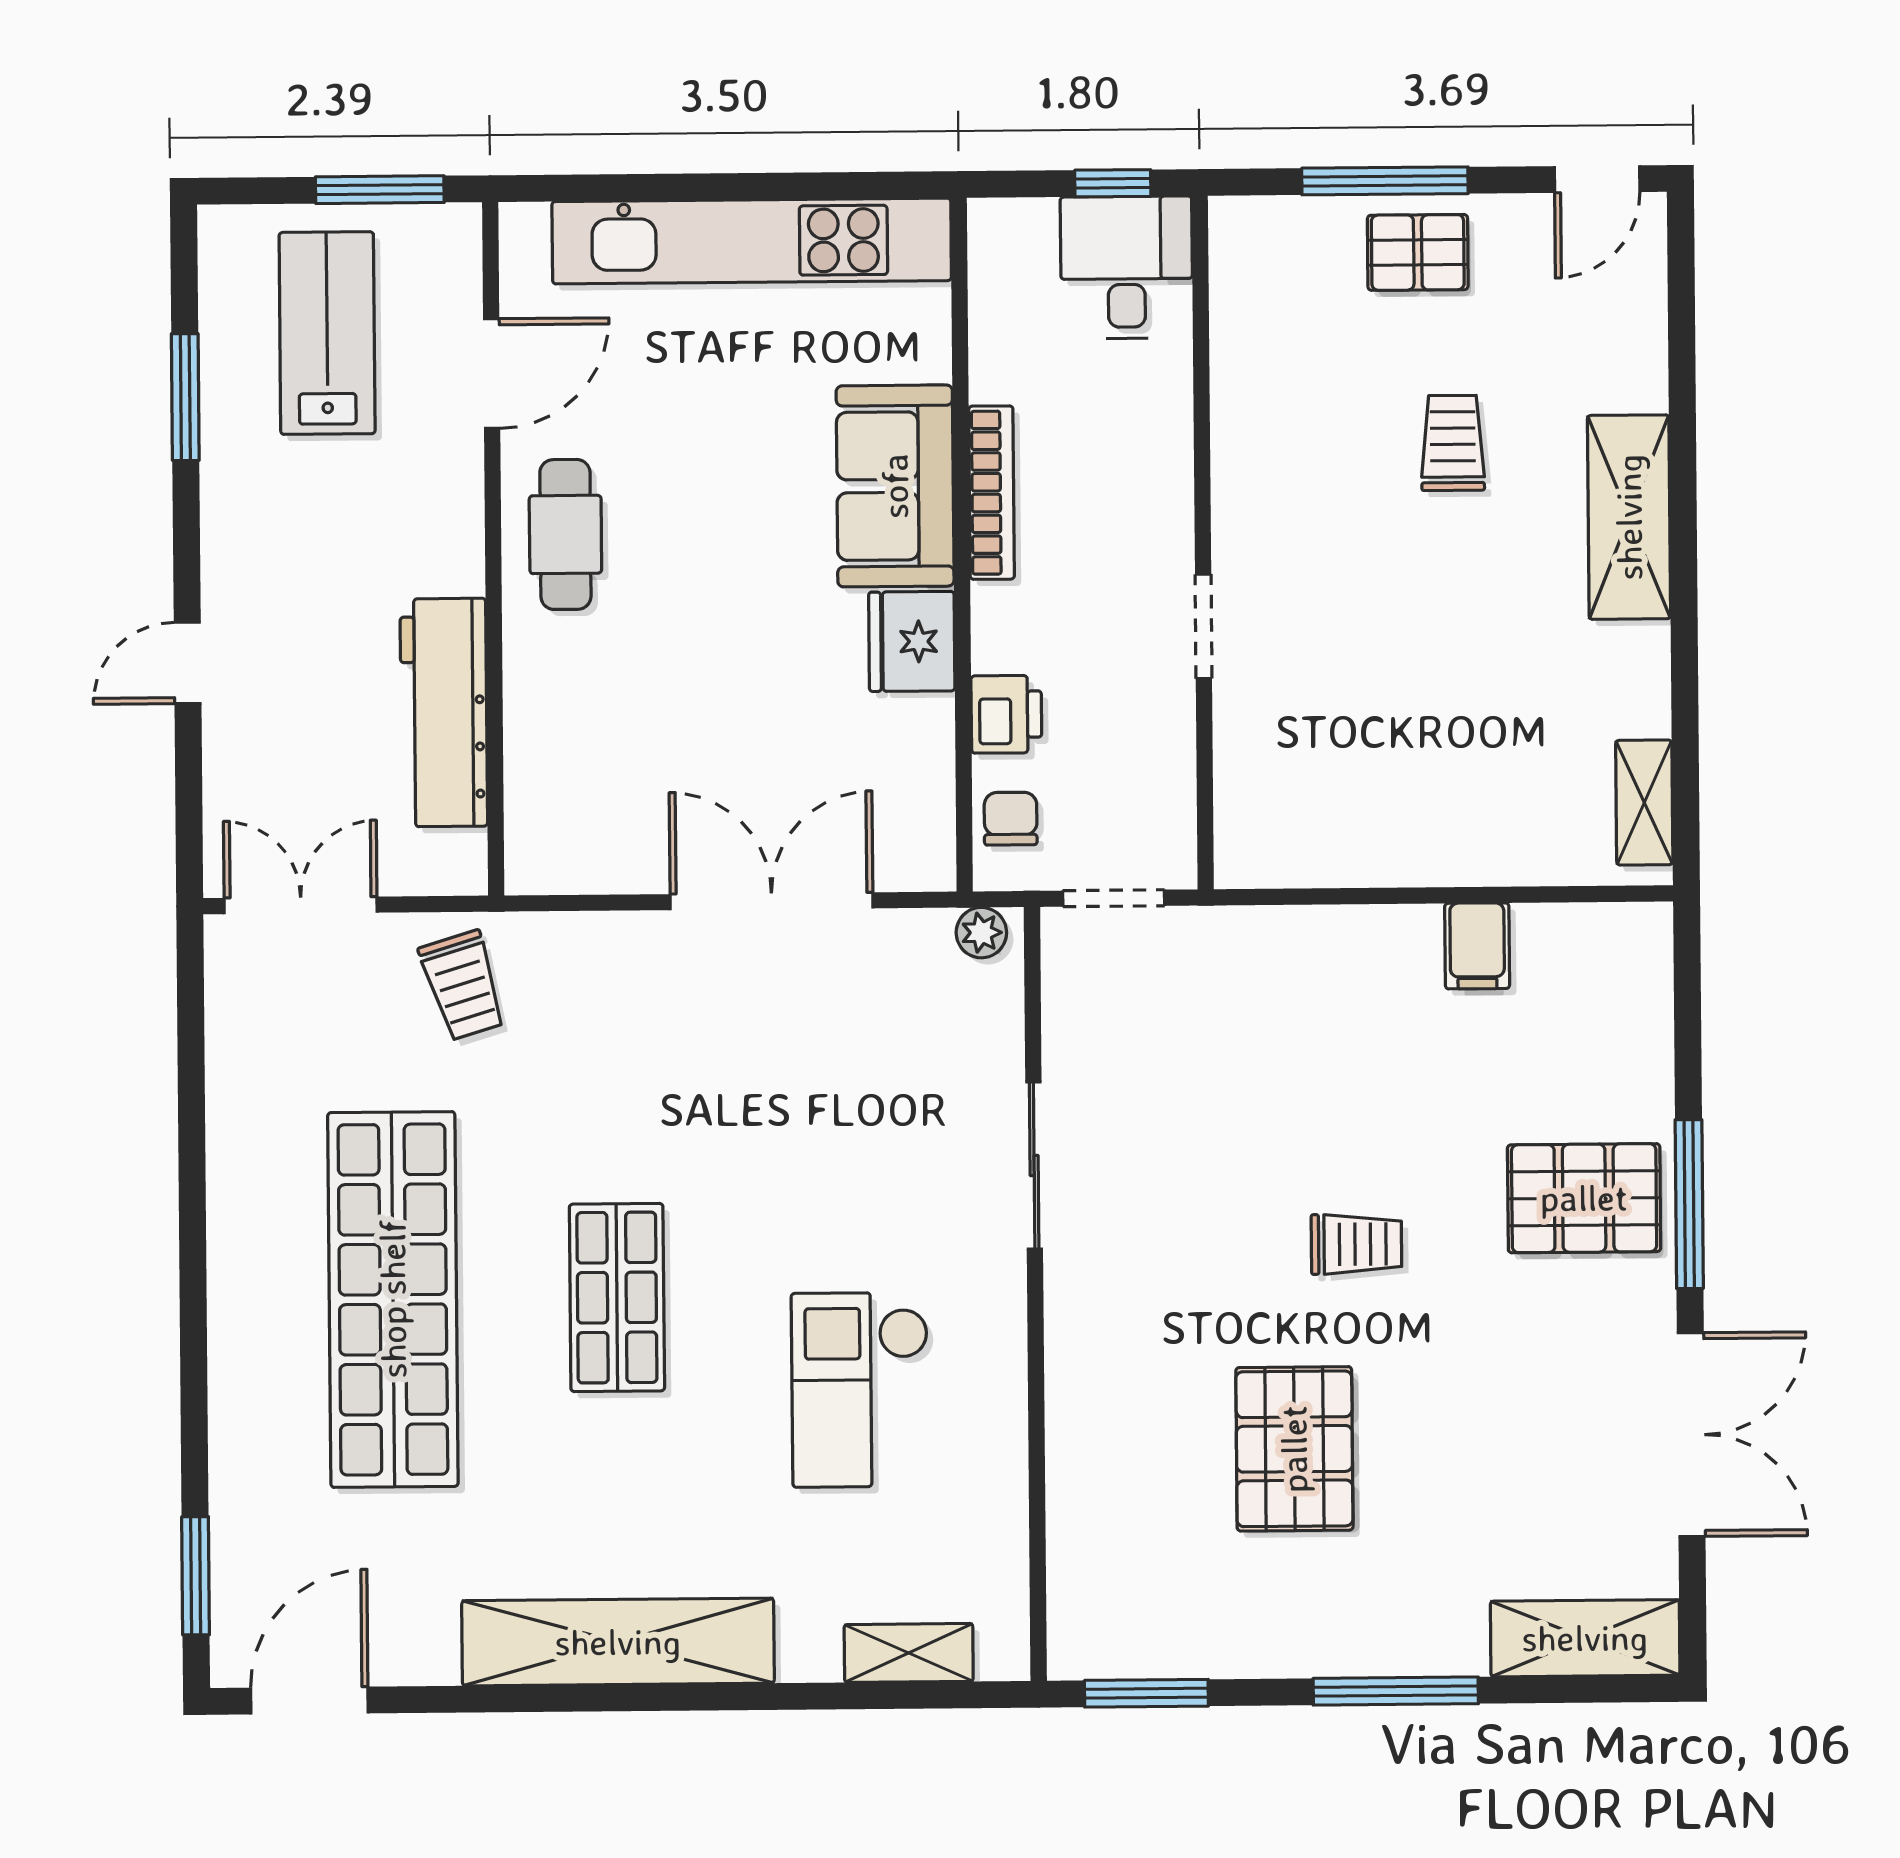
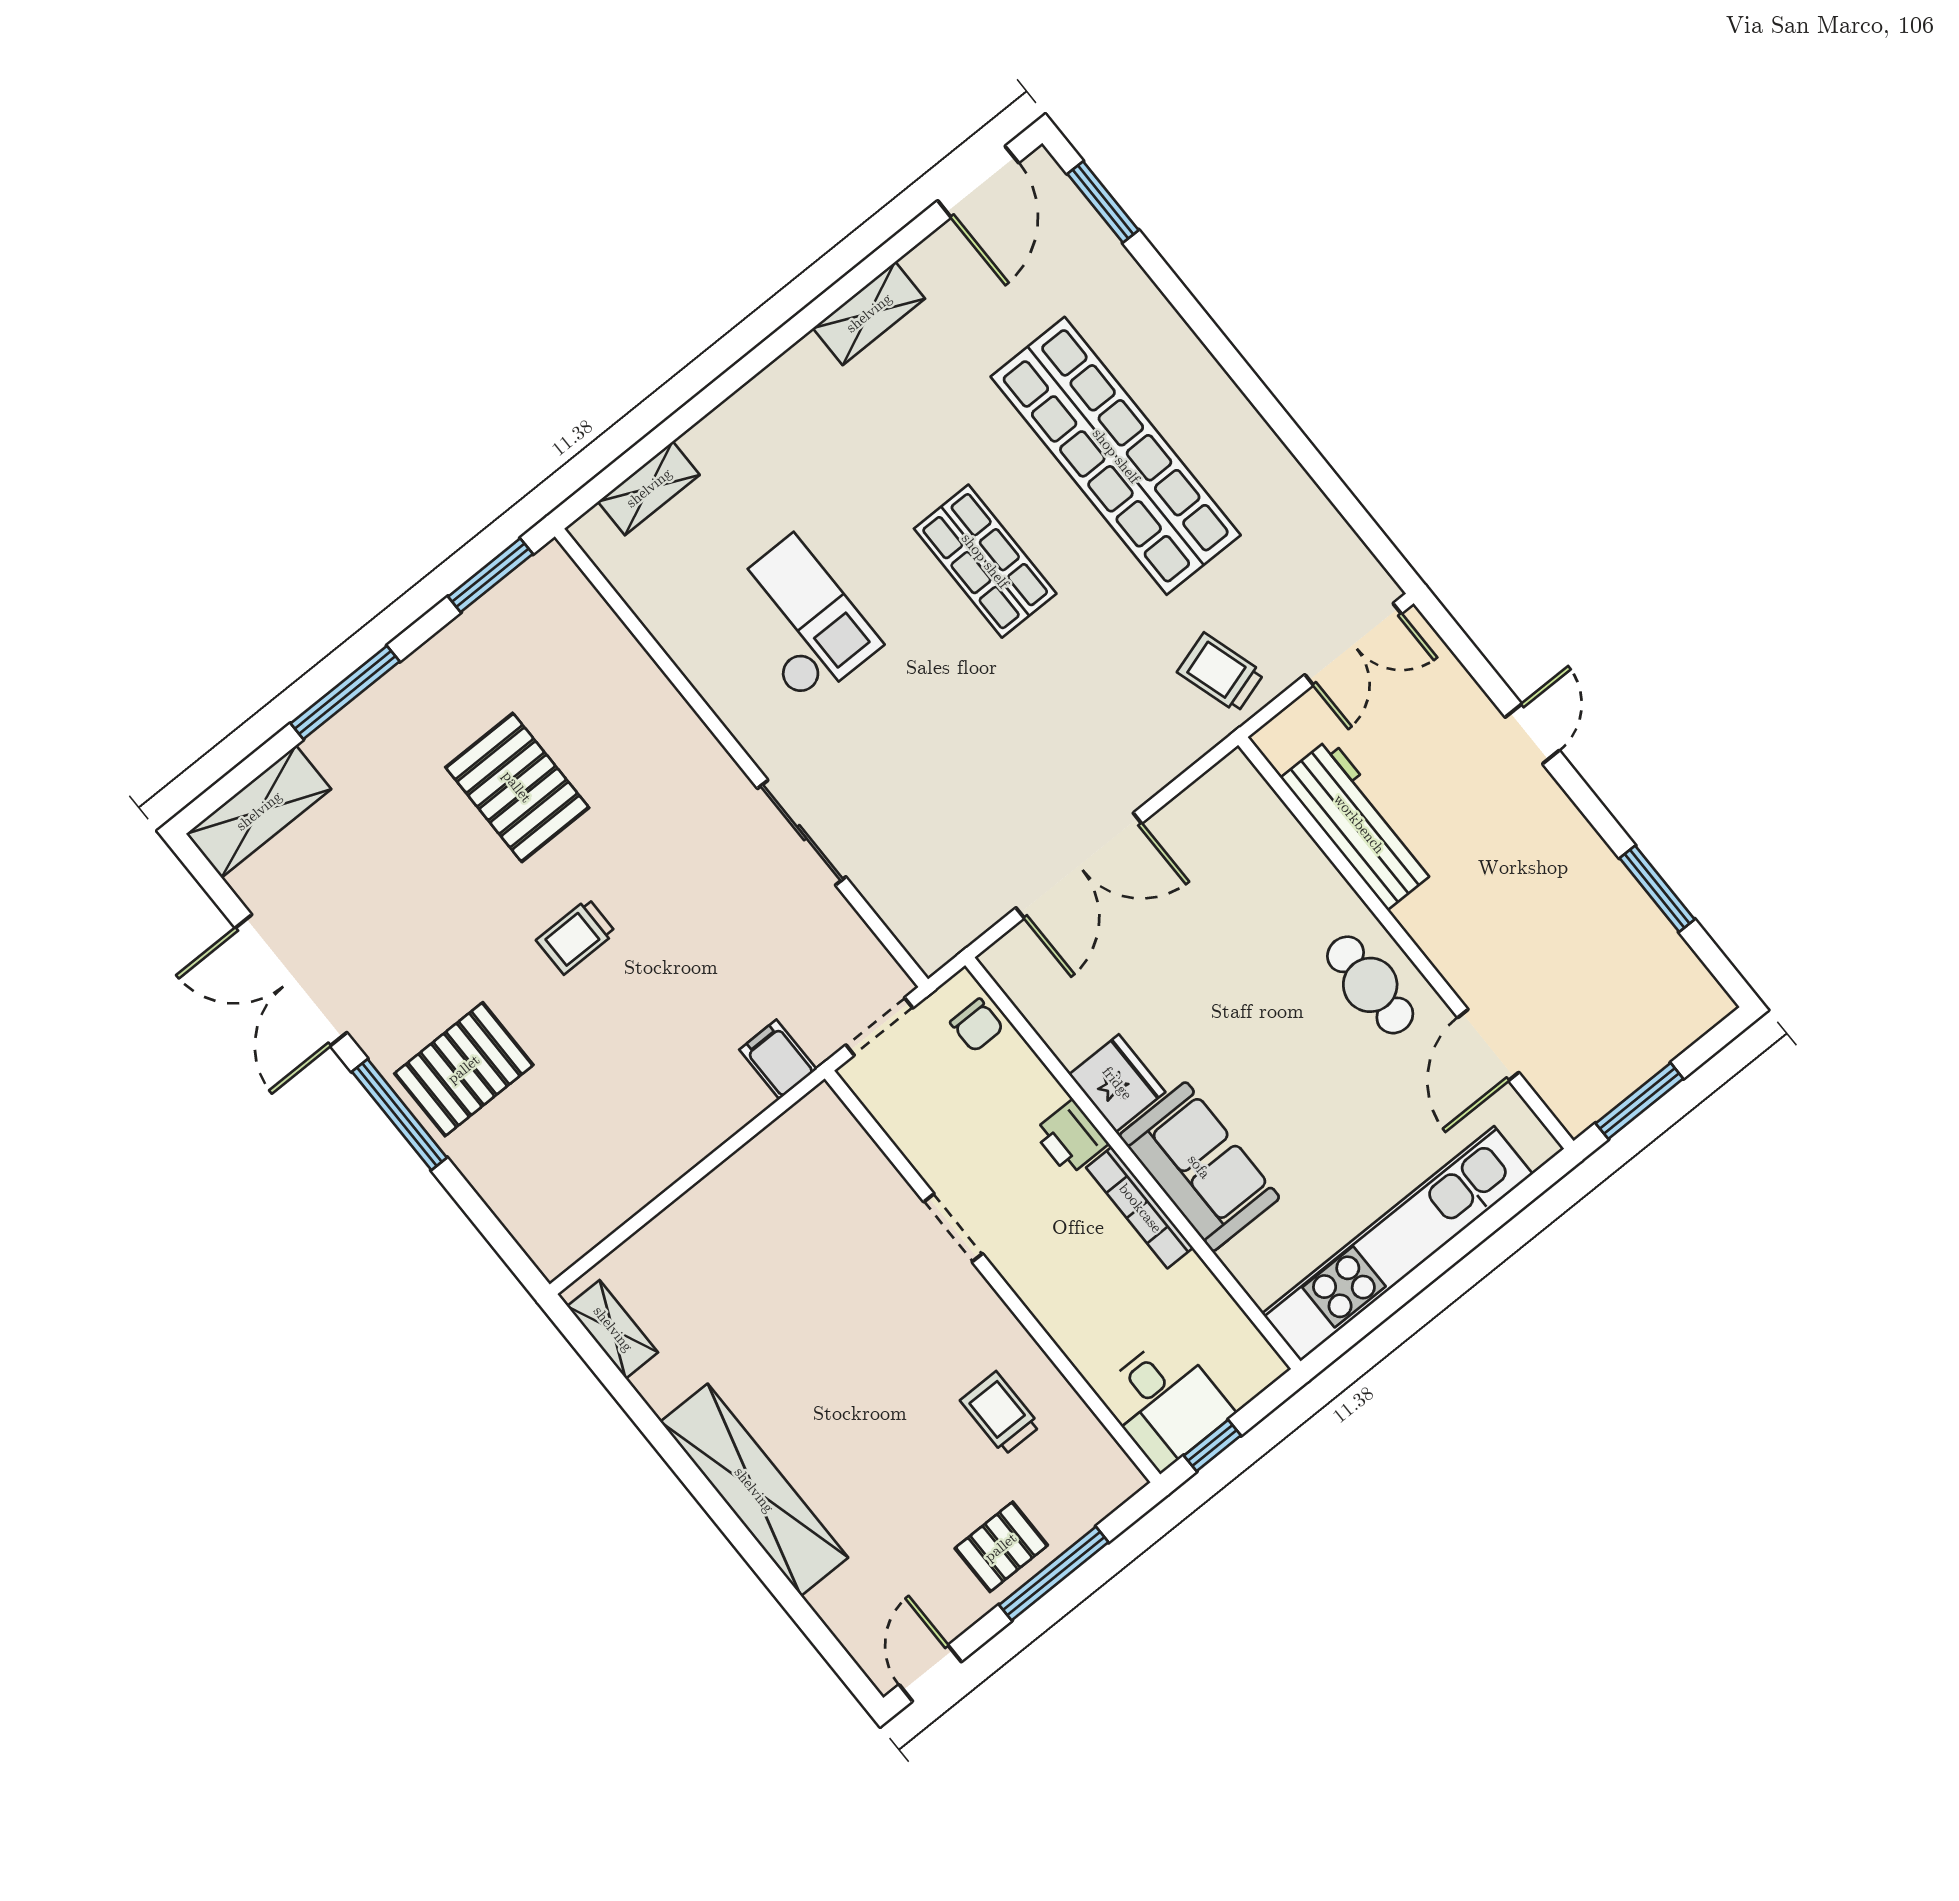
lab bench: (327, 333) -> (1604, 992), removed
trolley: (1453, 443) -> (1000, 1413), moved, turned 180
shelving: (1629, 517) -> (754, 1490), width x1.47
printer: (1006, 714) -> (1071, 1138), moved
plant: (981, 933) -> (941, 945), removed
filing cabinet: (1477, 946) -> (778, 1059), moved
shelving: (618, 1642) -> (869, 313), width x0.45, depth x0.75

